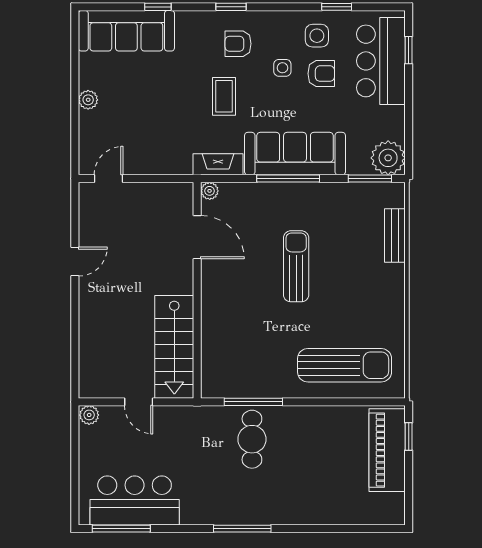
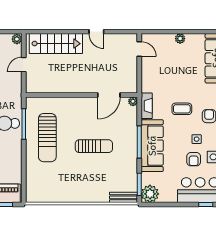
bench: (395, 235) -> (124, 197), moved
stairs: (174, 347) -> (56, 44), moved, turned 180
sun lounger: (345, 365) -> (47, 138), moved

